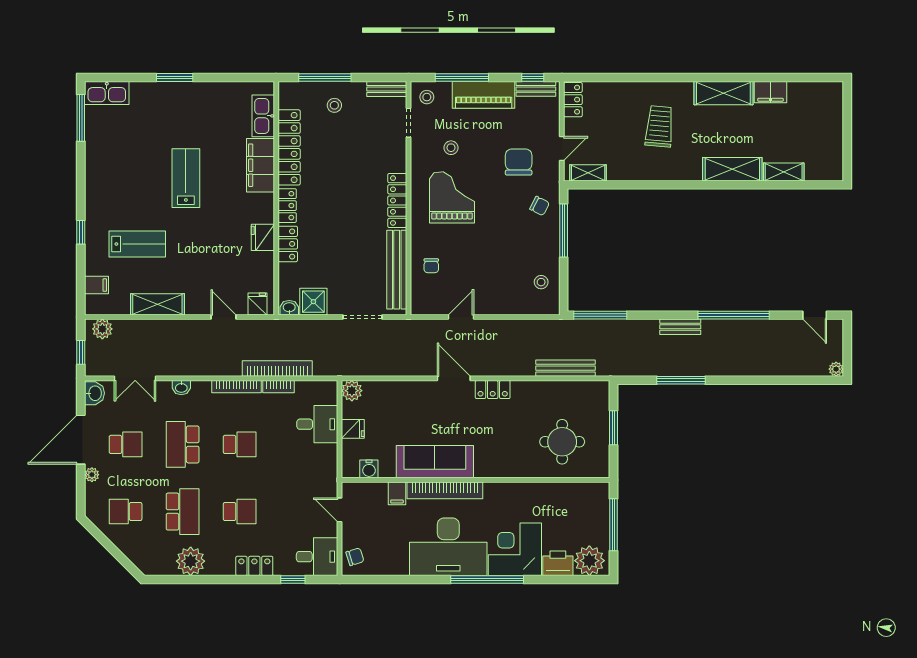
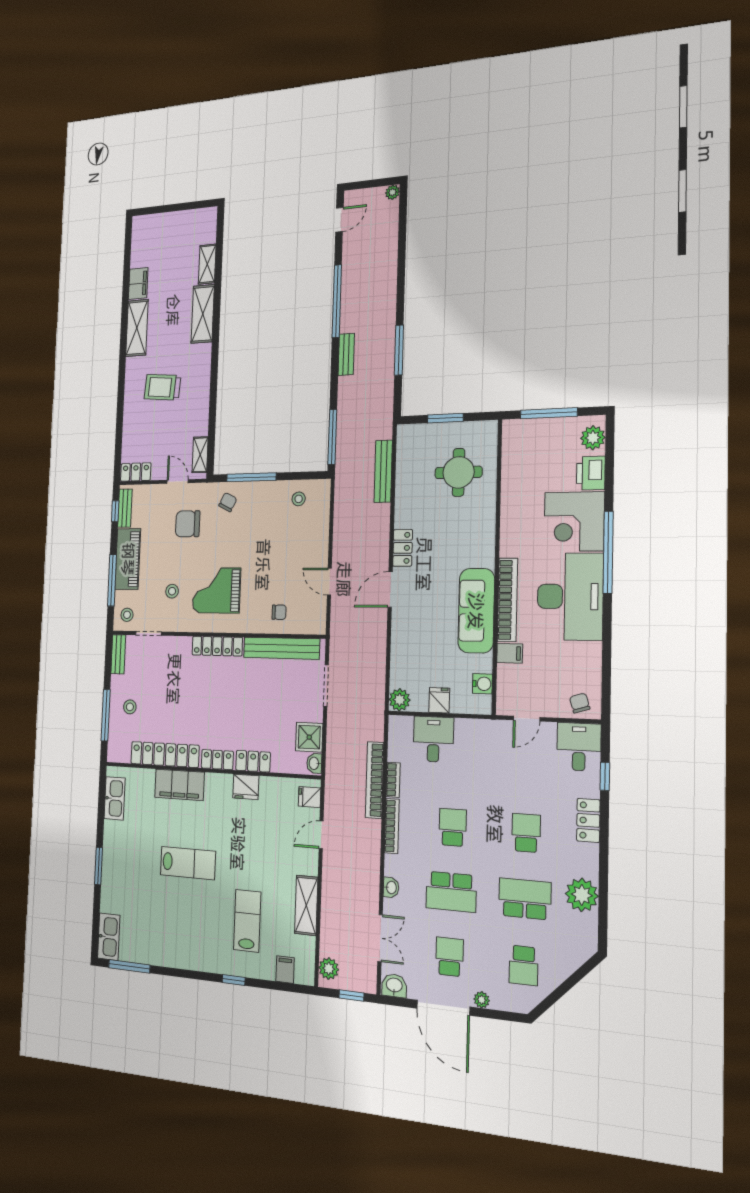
kitchen sink: (263, 116) -> (115, 798), moved, turned -90
lab bench: (186, 178) -> (188, 863), turned 180
plant: (589, 561) -> (593, 438), width x0.73, depth x0.73

